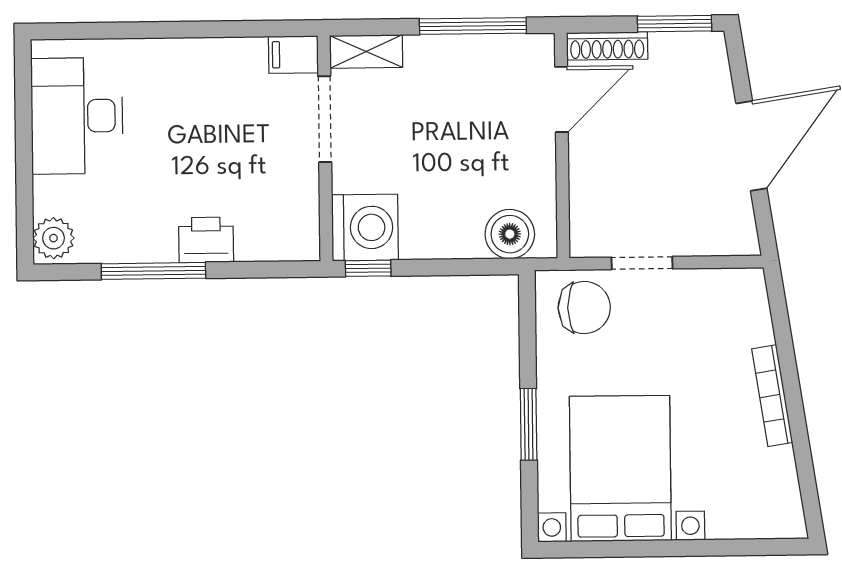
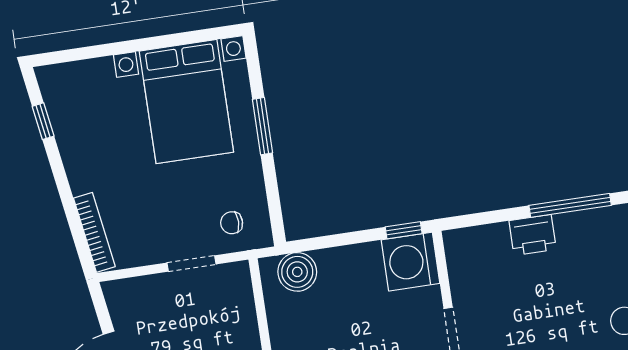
chair: (584, 308) -> (232, 223), width x0.54, depth x0.54
bookcase: (772, 396) -> (94, 232), moved
window: (805, 469) -> (43, 121), added

